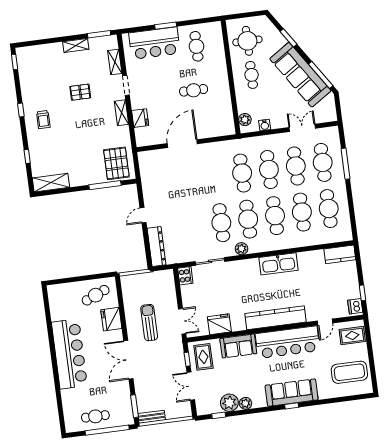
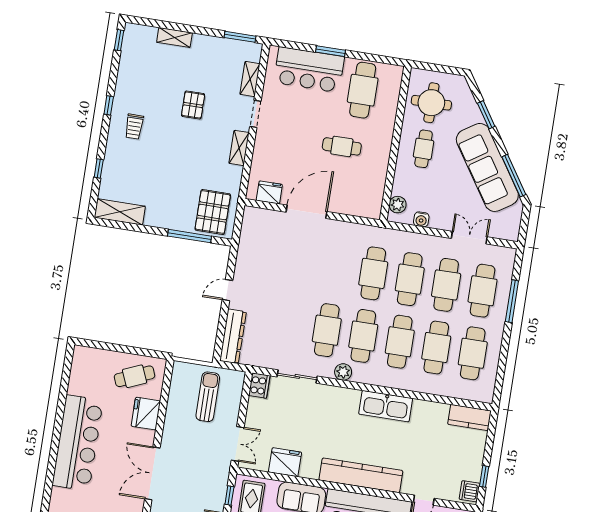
shelving: (76, 45) -> (174, 37), moved
cafe table: (197, 46) -> (363, 90), width x1.37, depth x1.35
pallet: (80, 92) -> (193, 105), turned 90
fridge: (140, 118) -> (269, 192), moved, turned -90
sun lounger: (149, 323) -> (208, 397), moved

